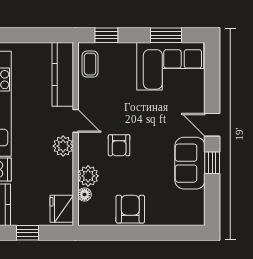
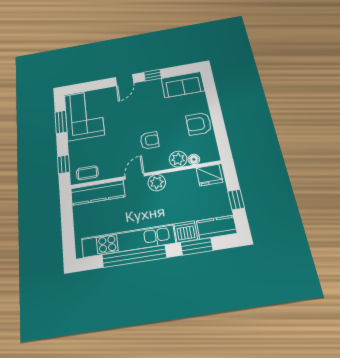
sofa: (190, 163) -> (183, 85), moved

